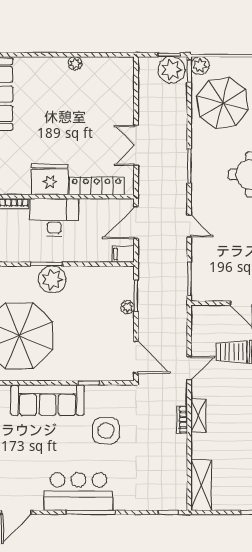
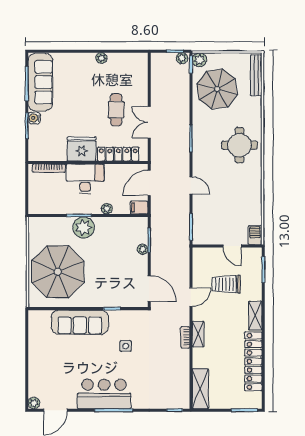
plant: (172, 70) -> (182, 58), width x0.53, depth x0.53
cafe table: (94, 129) -> (116, 110), added
plant: (82, 255) -> (107, 209), added
side table: (106, 431) -> (126, 346), width x0.54, depth x0.54

